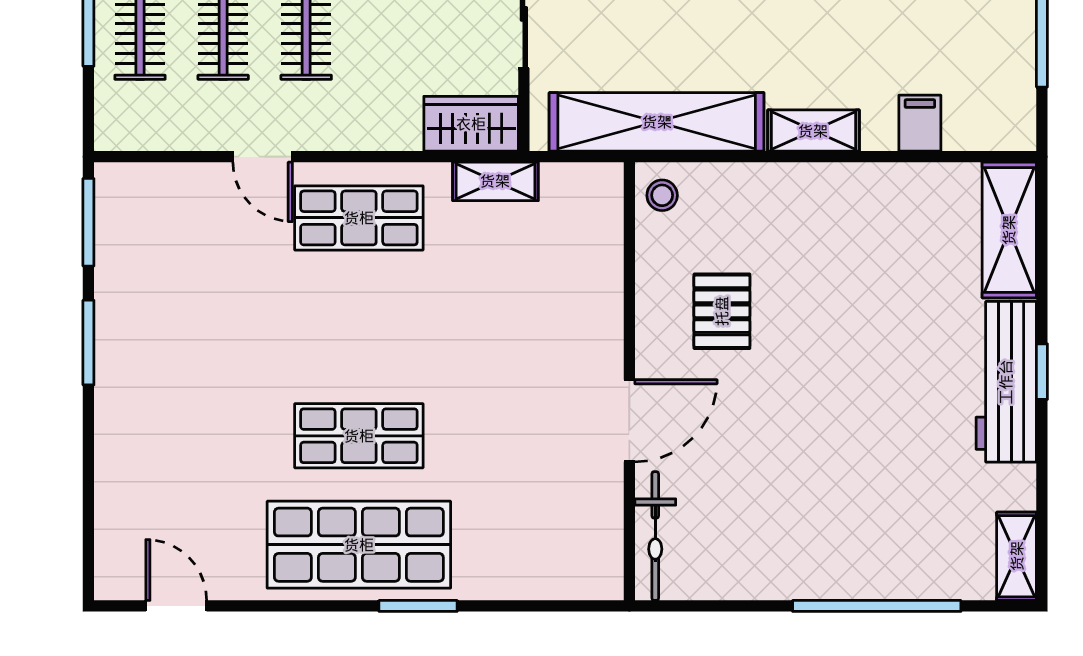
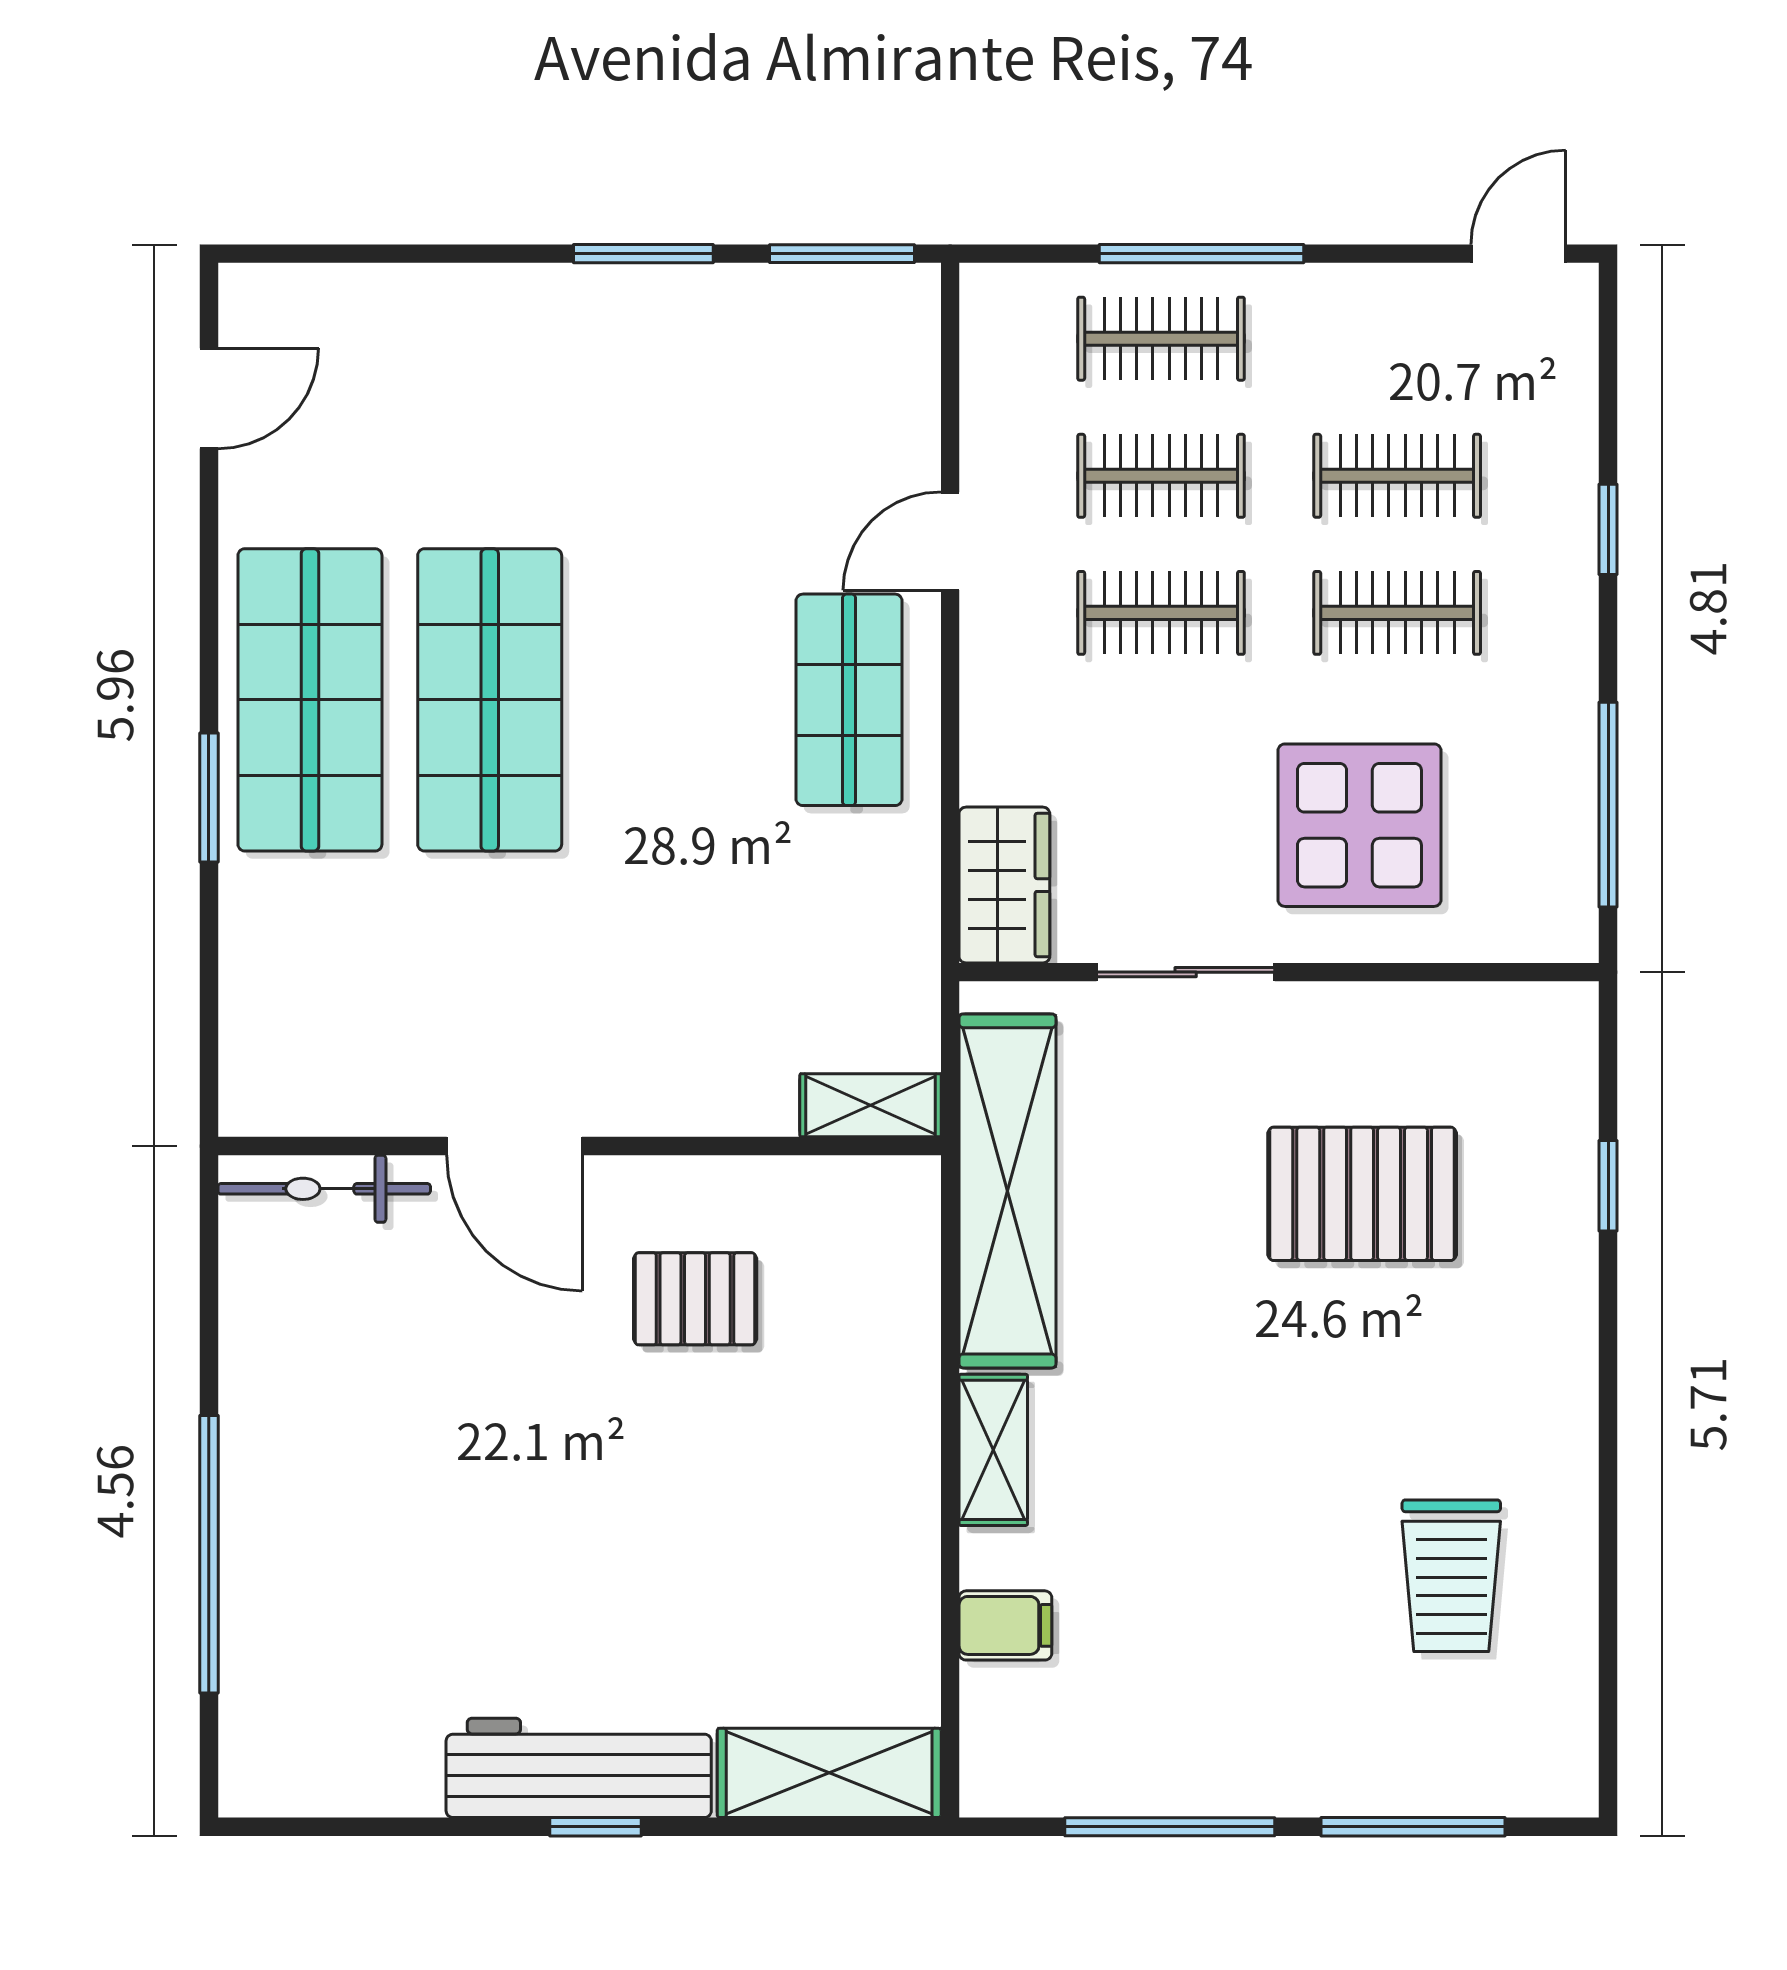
shelving: (495, 181) -> (870, 1105), moved, turned 90
stool: (662, 195) -> (886, 1200), removed
shop shelf: (359, 436) -> (490, 700), width x1.43, depth x1.36
shelving: (1017, 556) -> (291, 1785), removed

